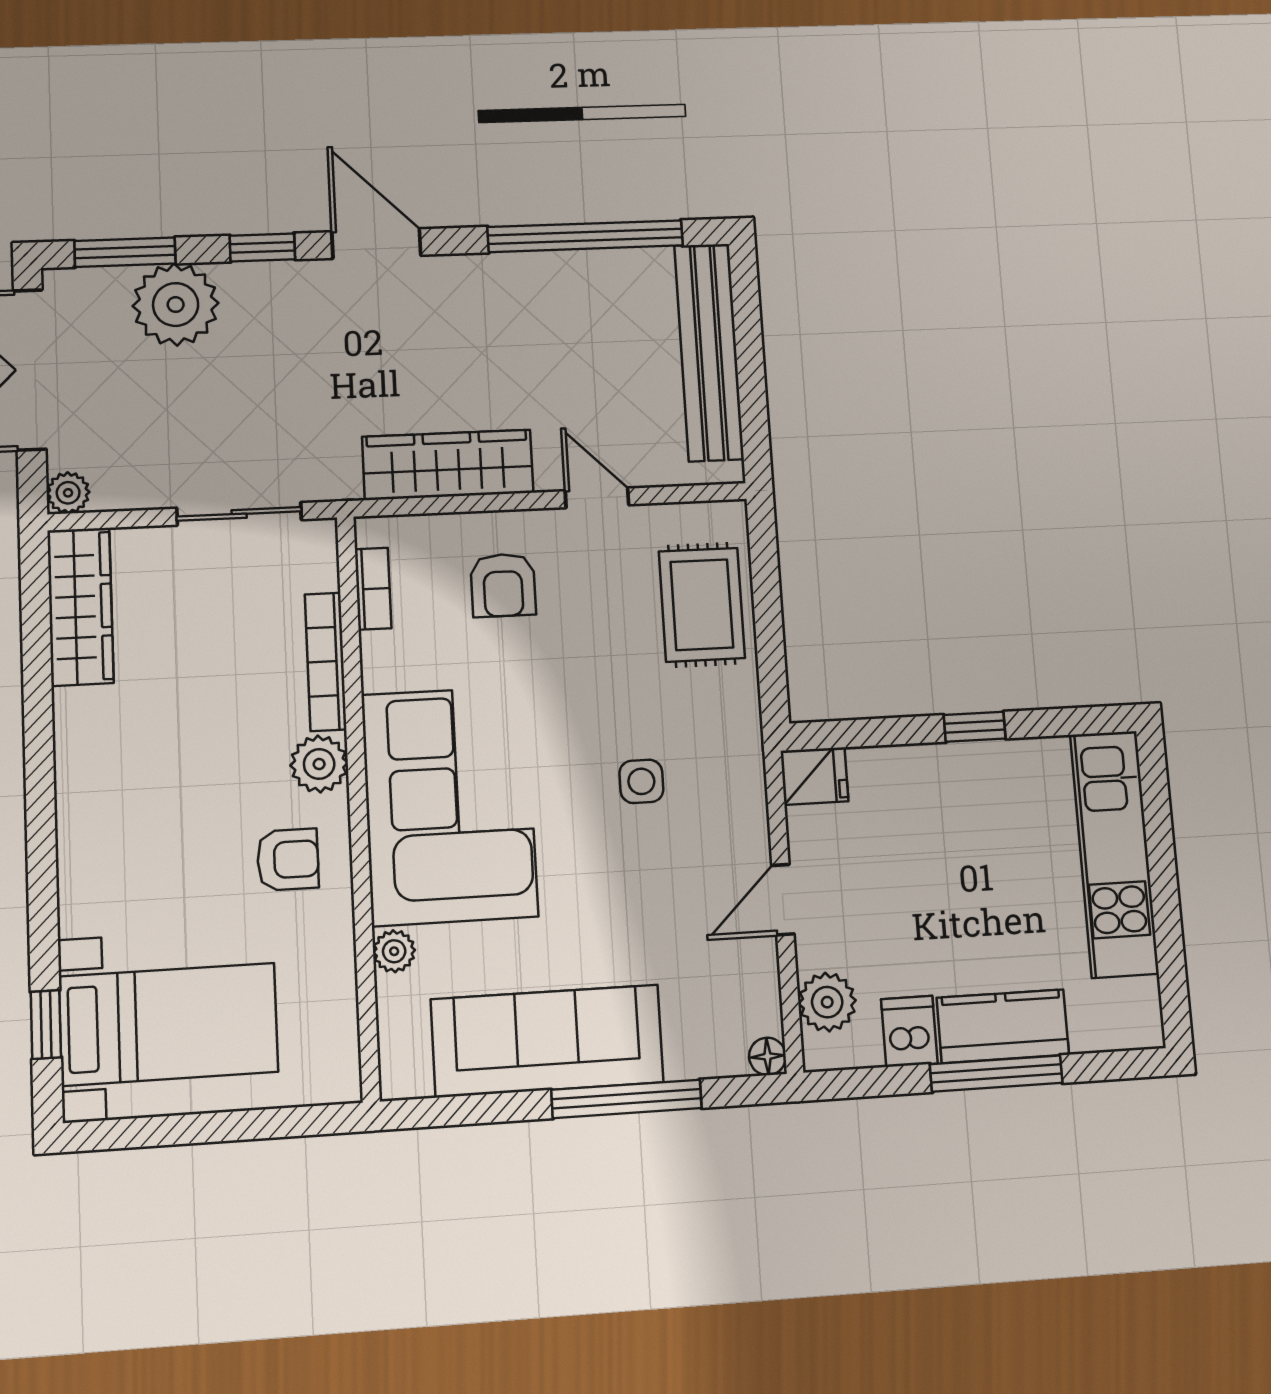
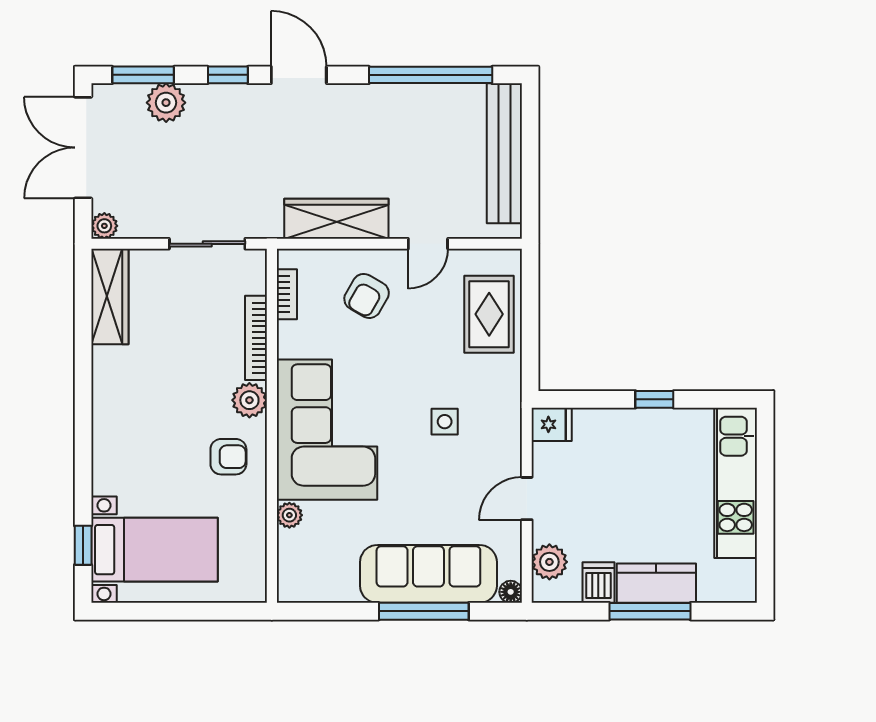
plant: (176, 305) -> (166, 103), width x0.73, depth x0.73
door: (597, 498) -> (428, 244), swing flipped
armchair: (503, 585) -> (367, 296), turned 30
sofa: (547, 1041) -> (428, 574), moved

